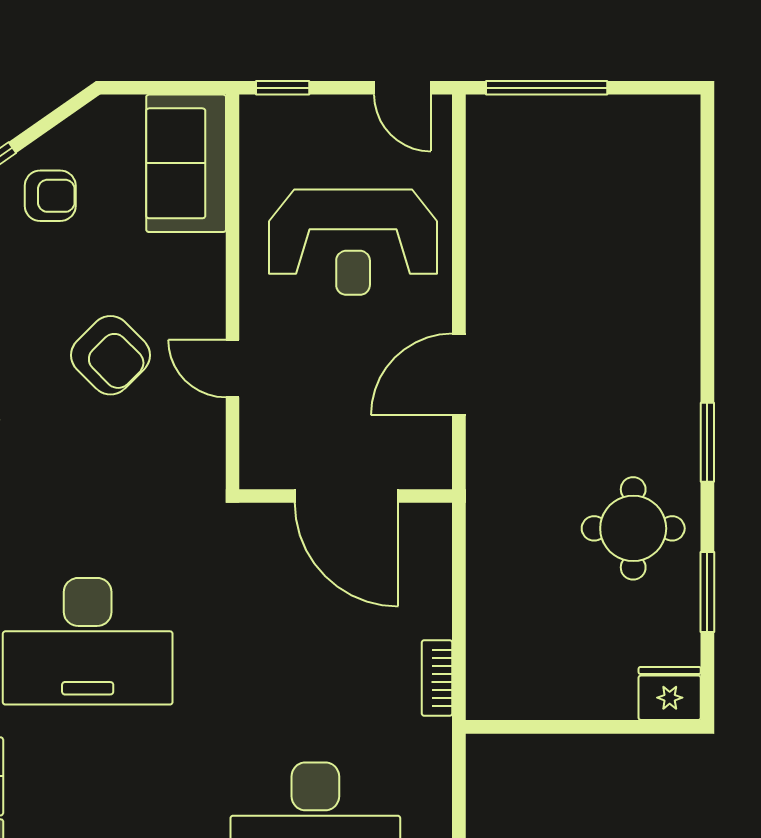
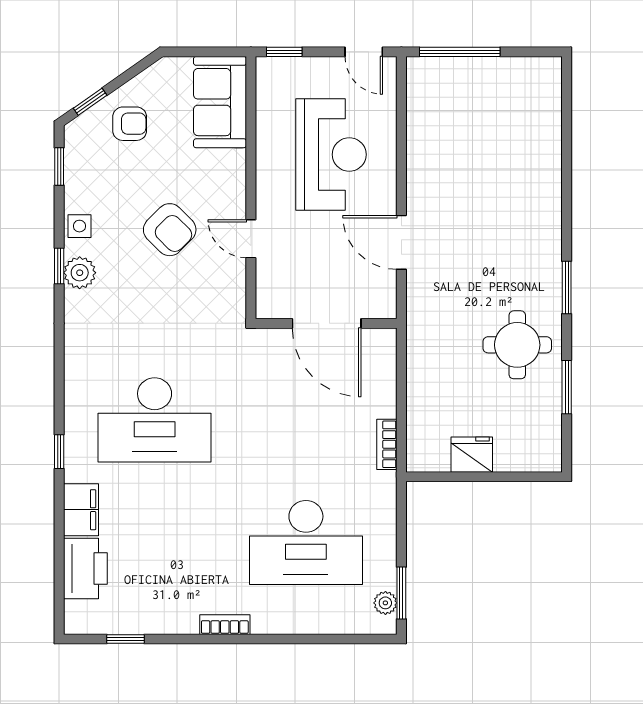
reception desk: (353, 242) -> (331, 155), turned -90
door: (459, 374) -> (401, 242), hinge flipped
fridge: (670, 693) -> (472, 455), moved

